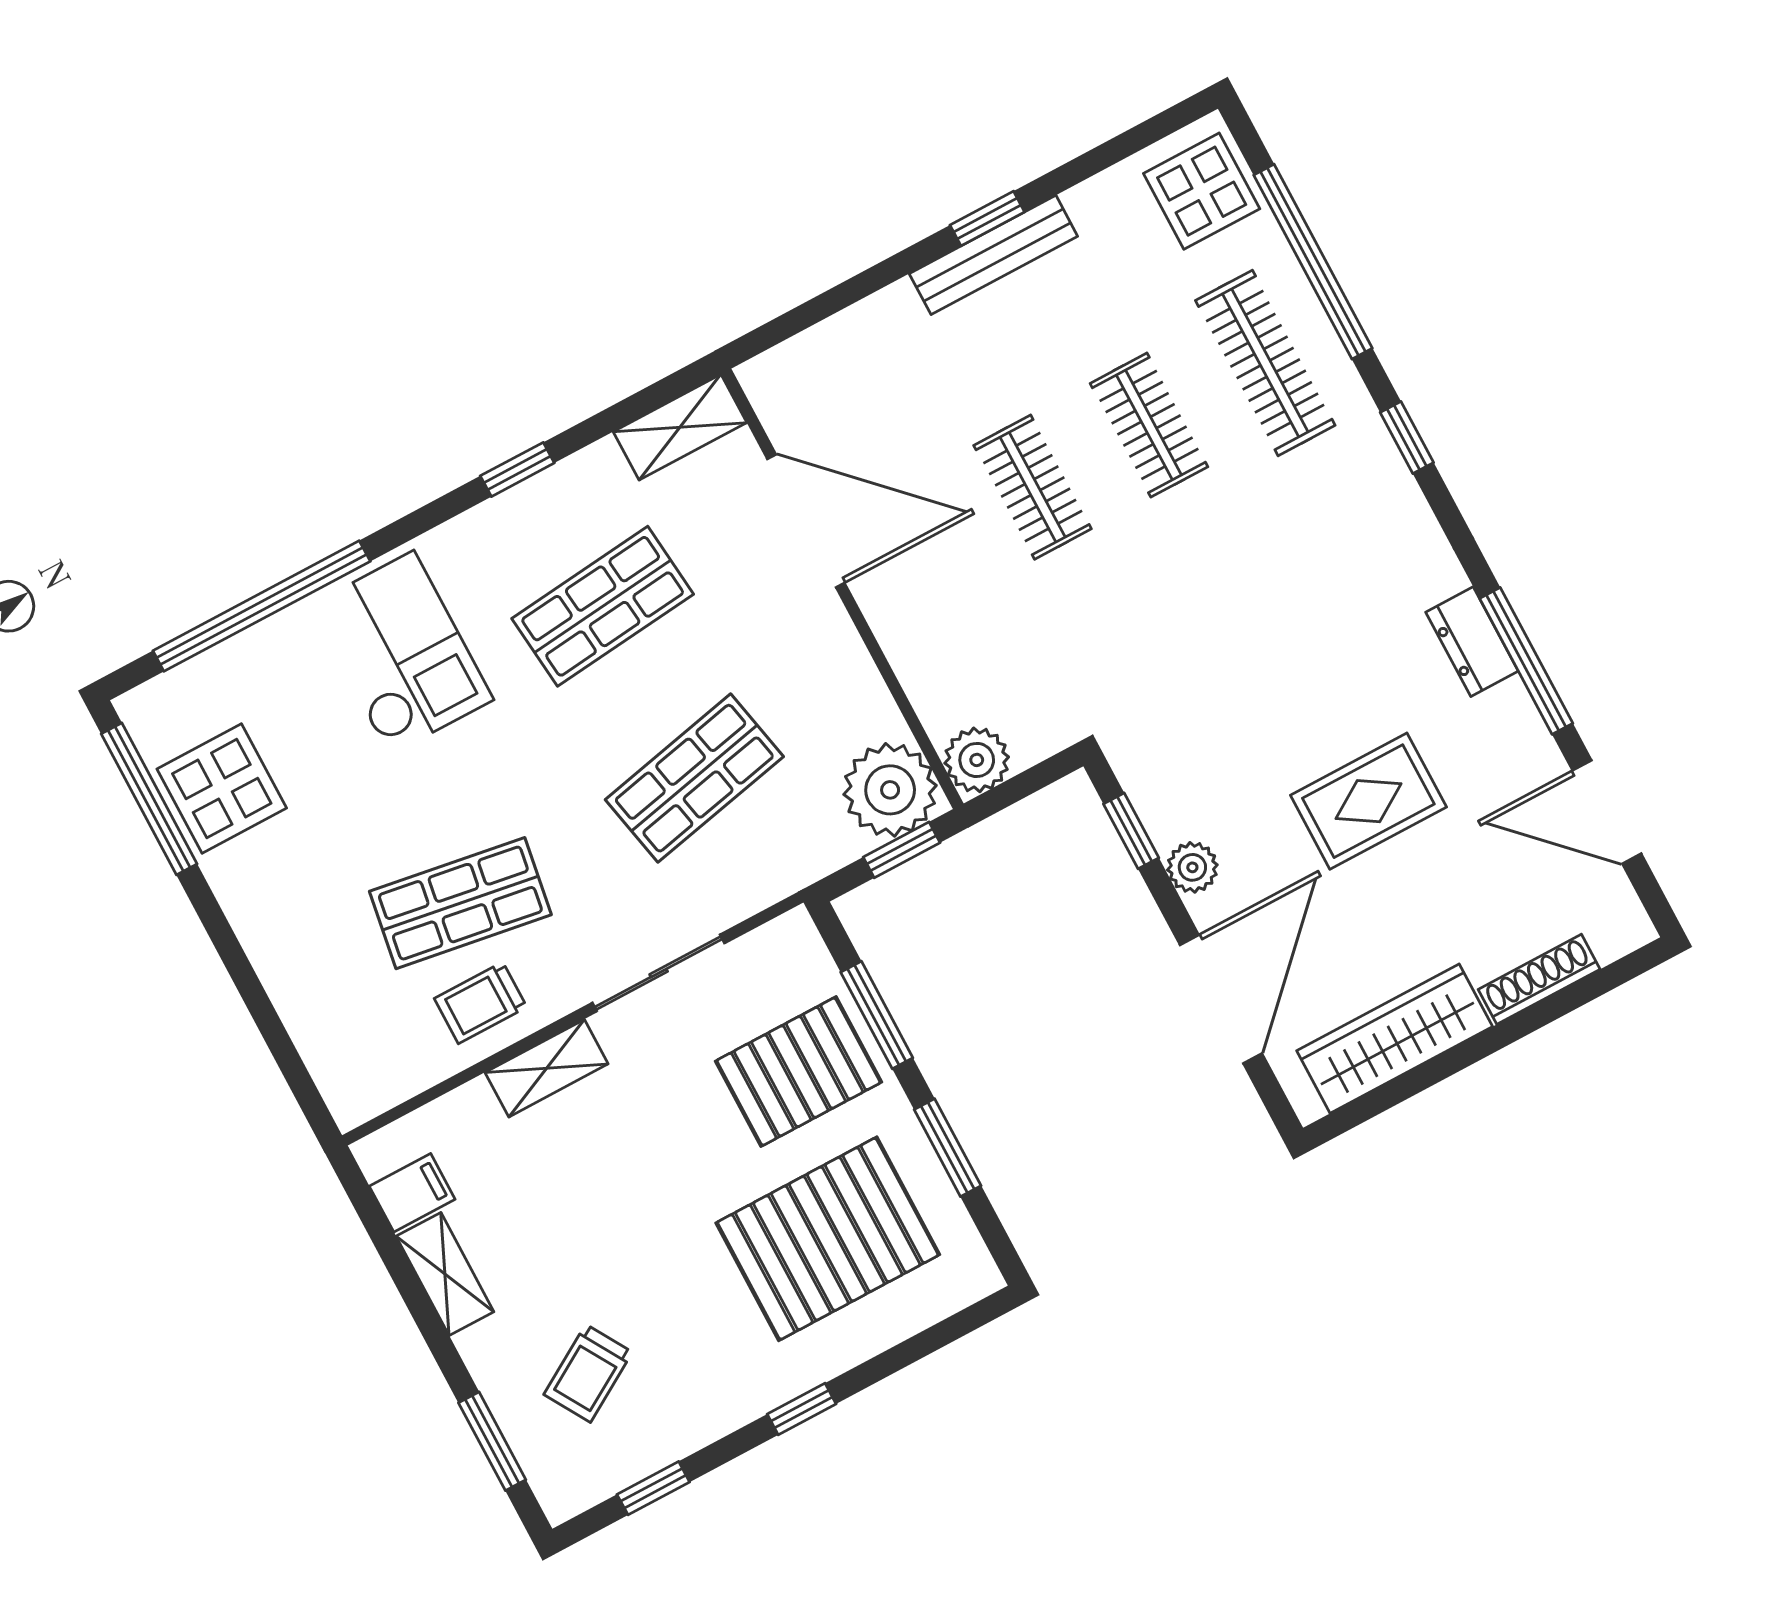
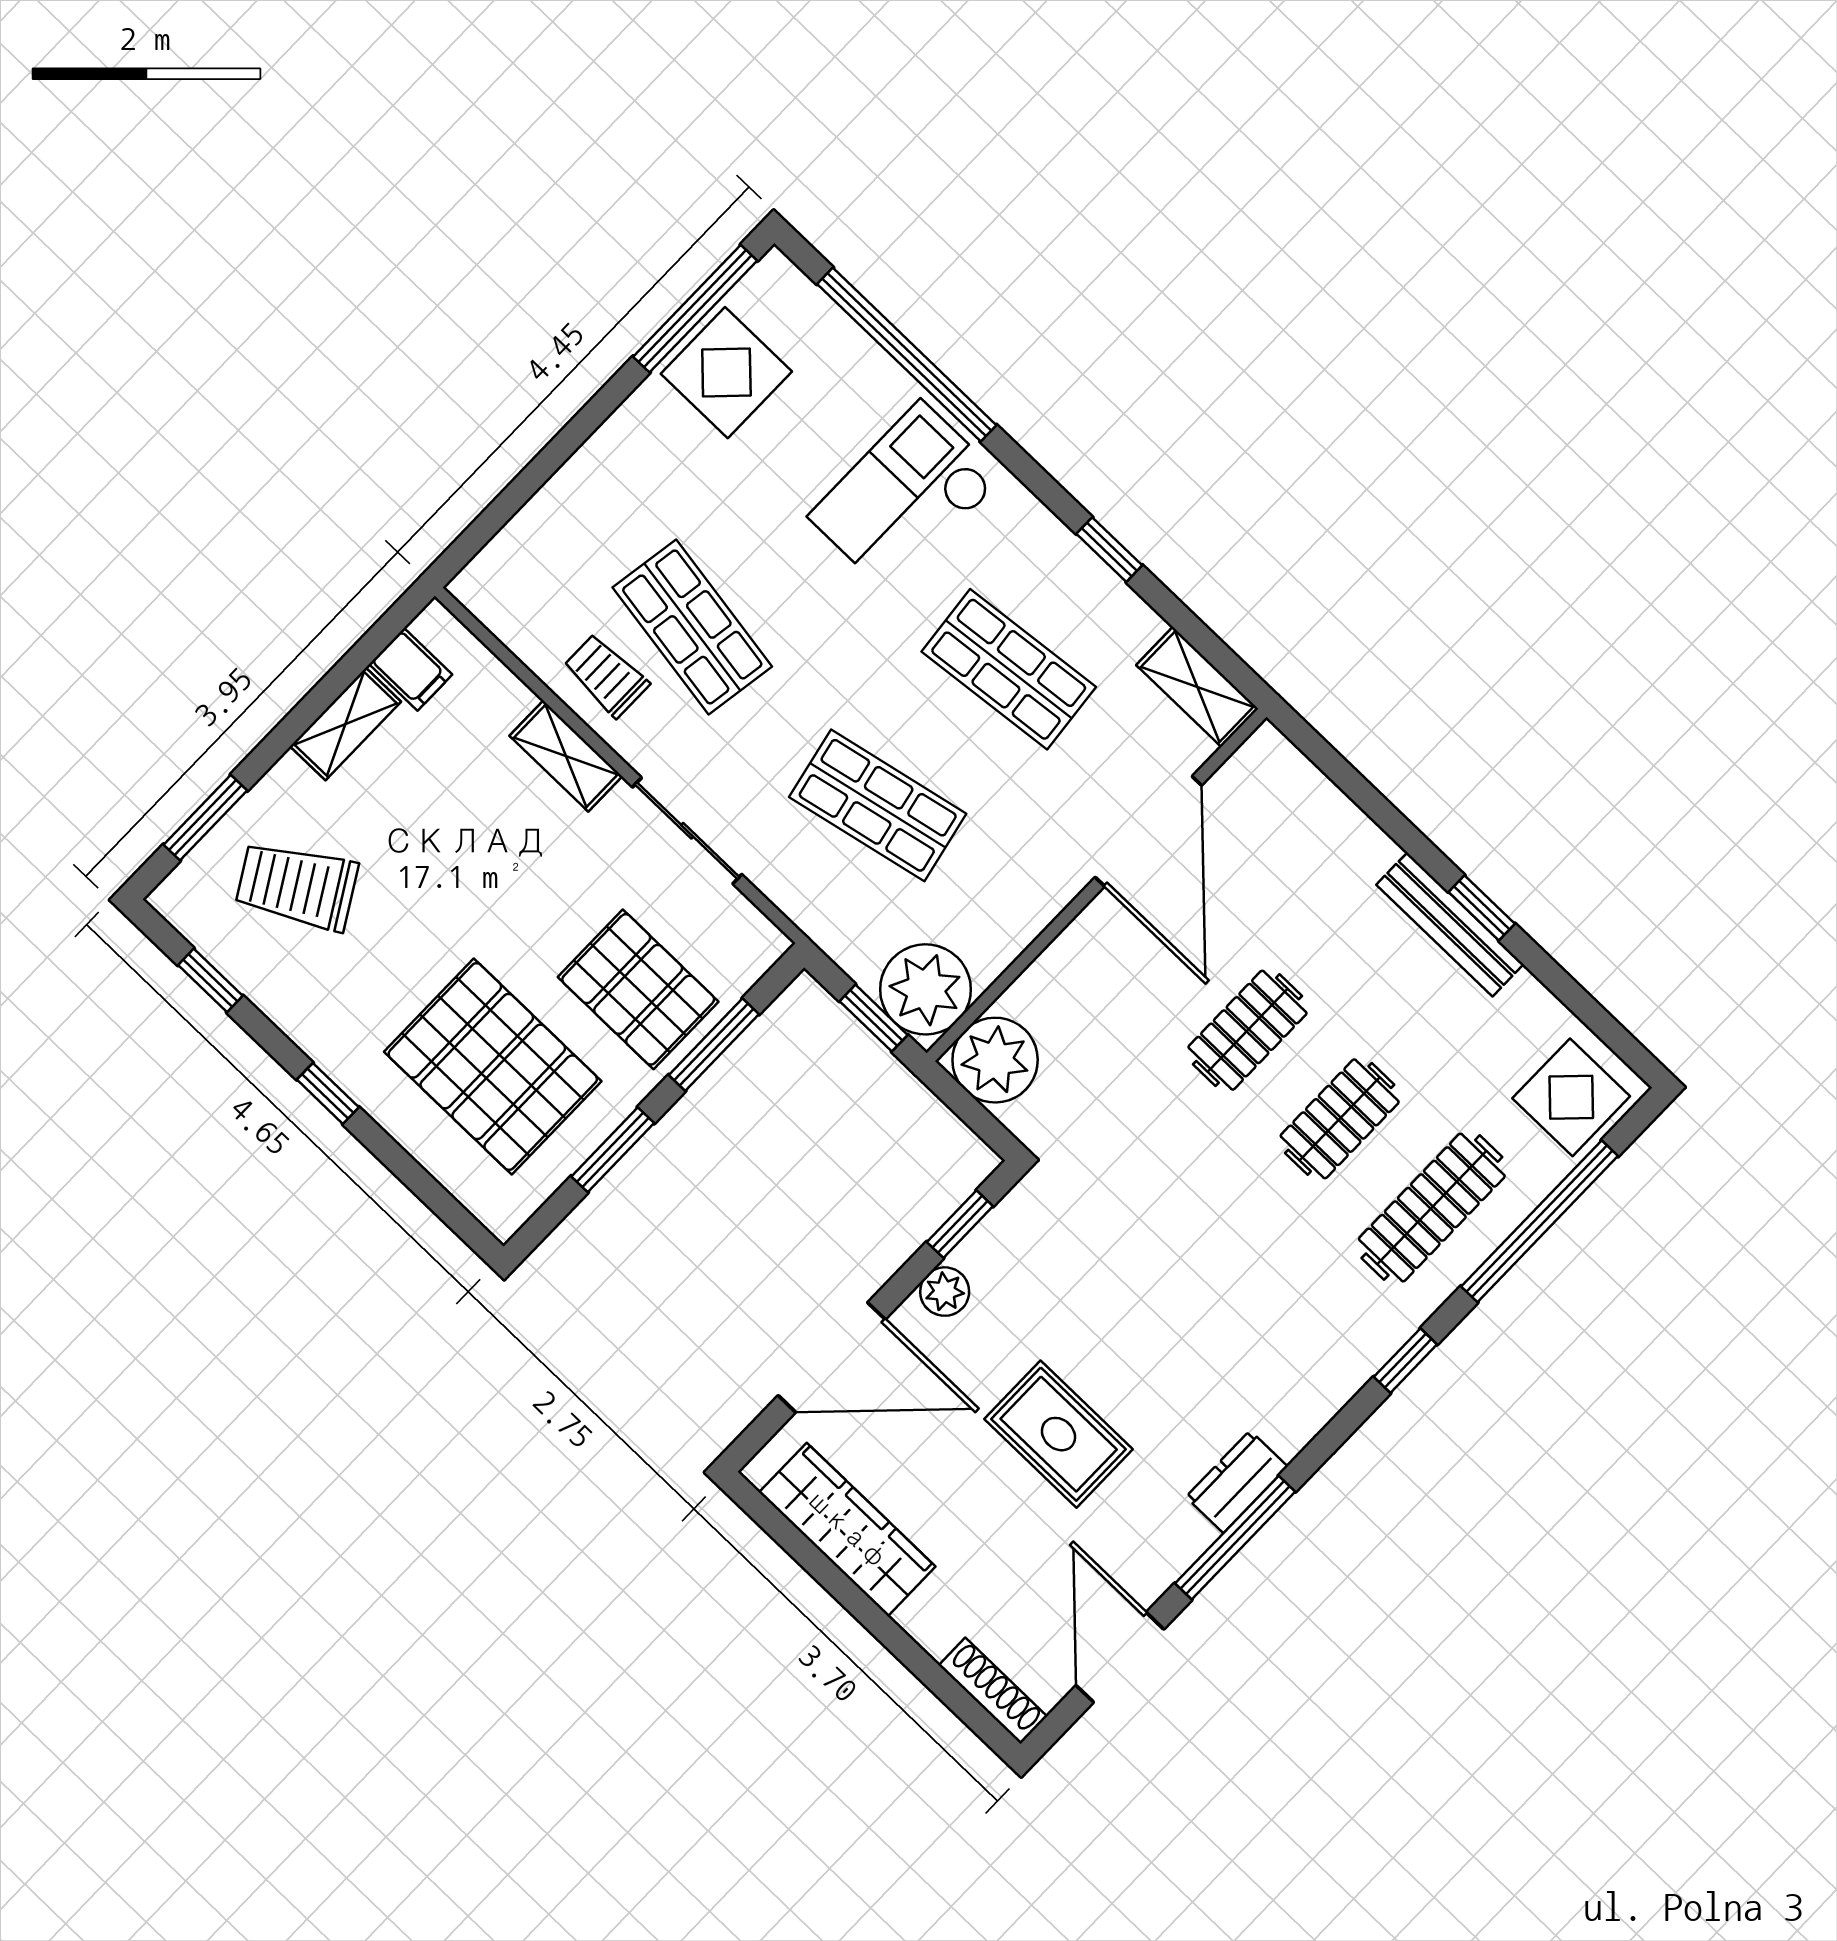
checkout: (401, 653) -> (905, 497), turned 180
plant: (977, 760) -> (995, 1060), width x1.36, depth x1.36
shoe rack: (1539, 979) -> (993, 1691), moved
trolley: (588, 1373) -> (297, 886), width x1.36, depth x1.39

